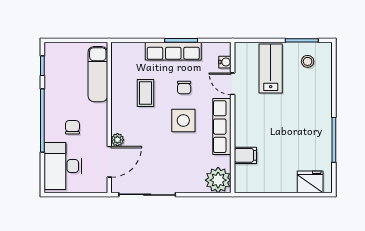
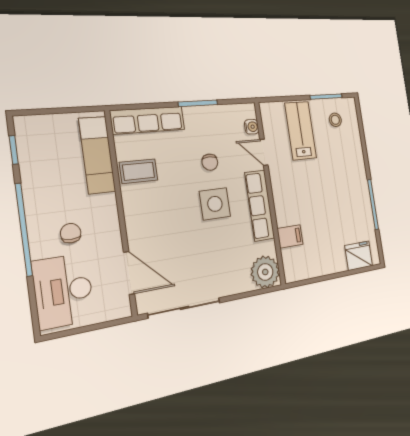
row of seats: (173, 51) -> (148, 120), moved
coffee table: (146, 93) -> (139, 171), moved, turned 90
plant: (117, 140) -> (136, 241), removed
door: (109, 162) -> (129, 273), hinge flipped

